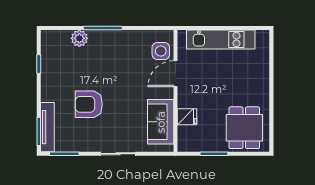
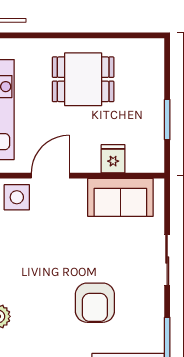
door: (176, 74) -> (50, 176), swing flipped
dining table: (244, 128) -> (83, 79), moved

